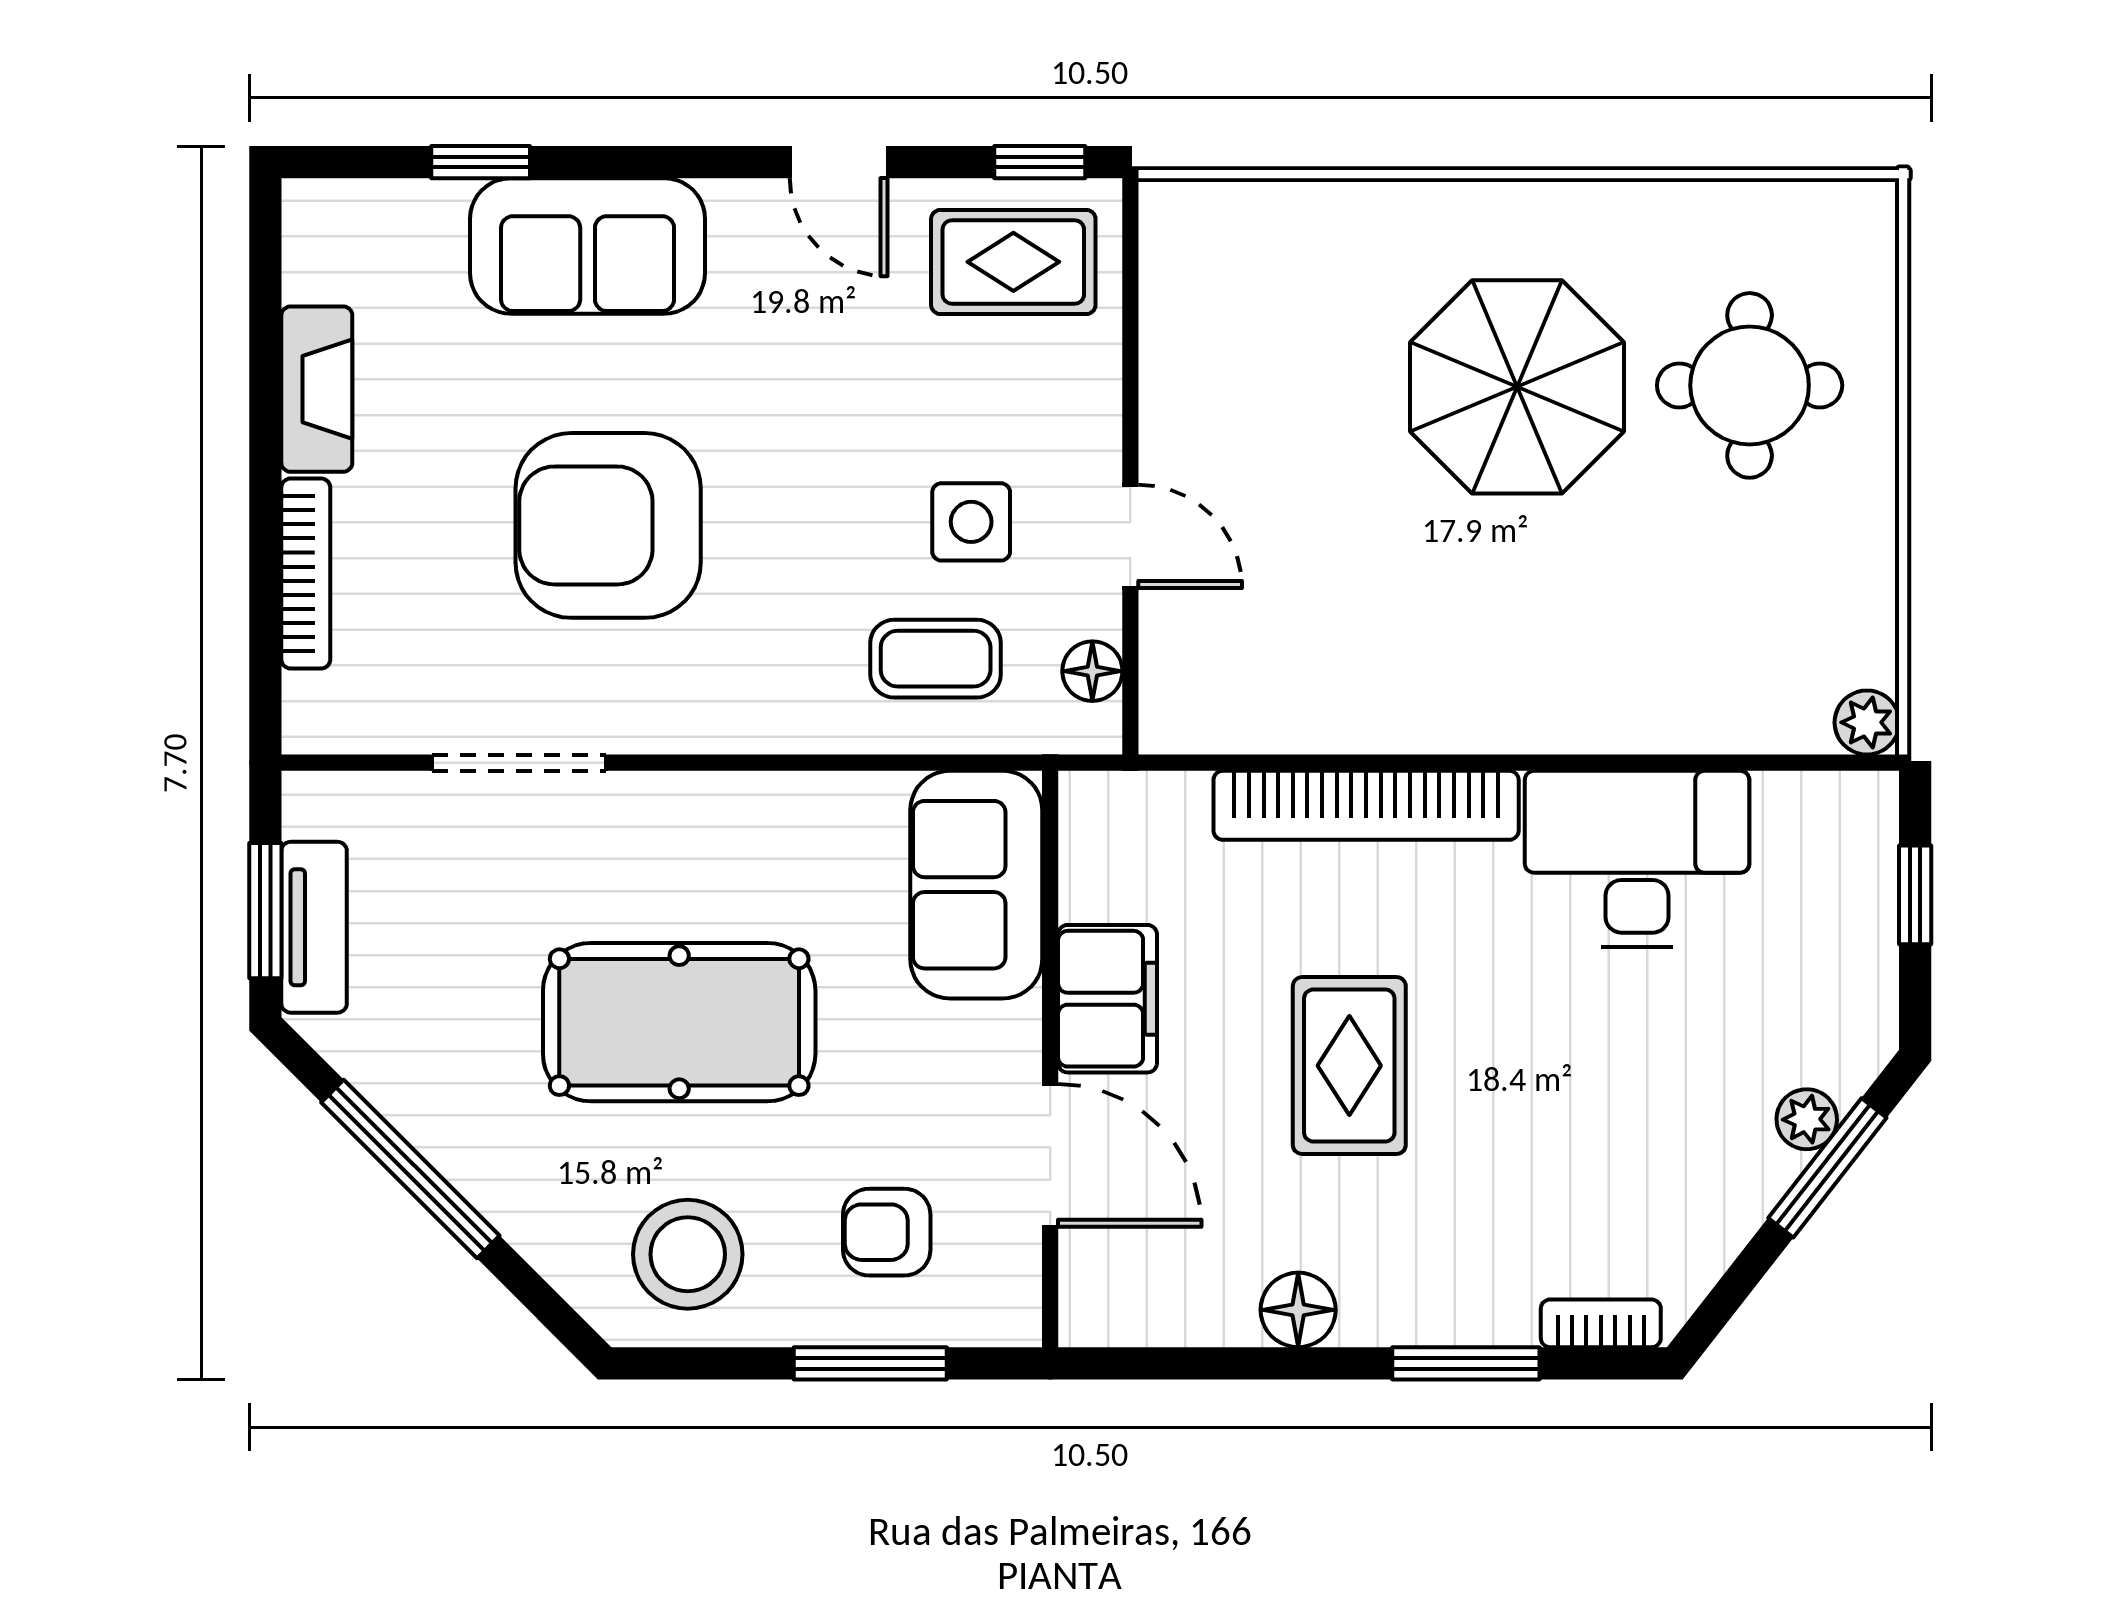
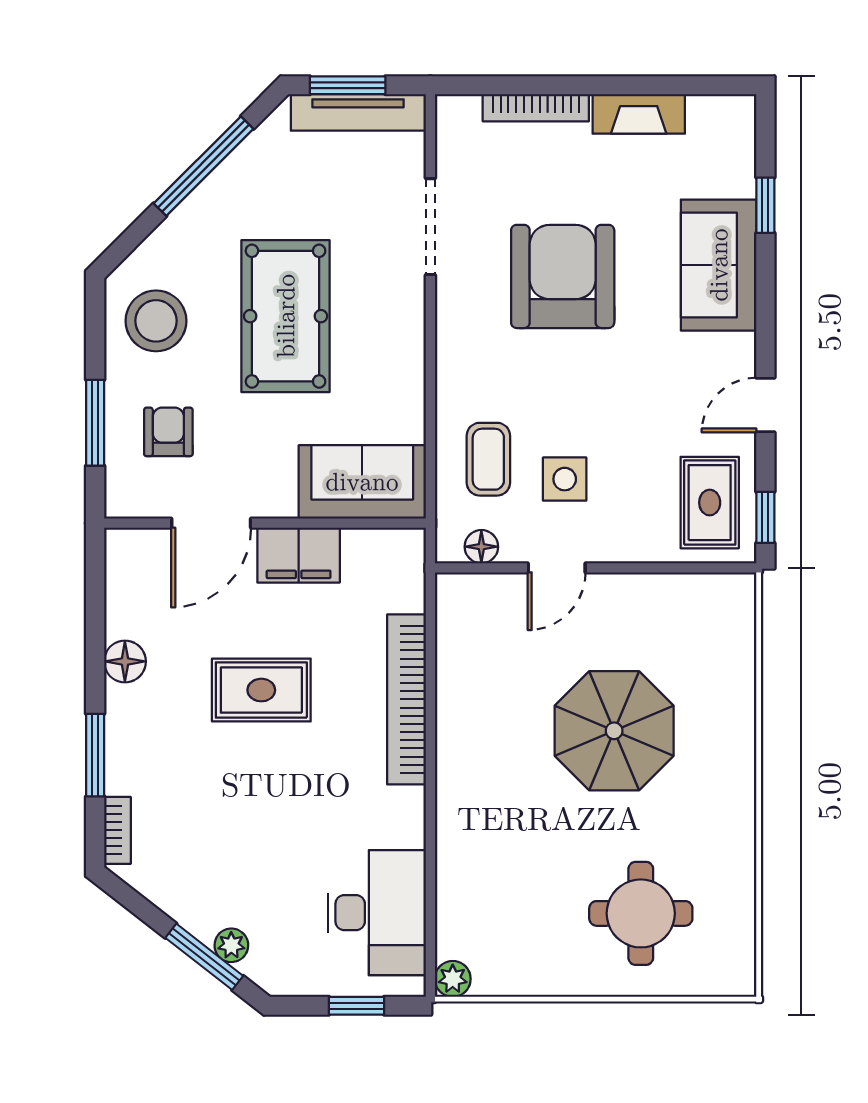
parasol: (1517, 387) -> (614, 731), moved
desk: (1637, 859) -> (377, 913), moved
tv unit: (314, 927) -> (358, 112), width x1.41

